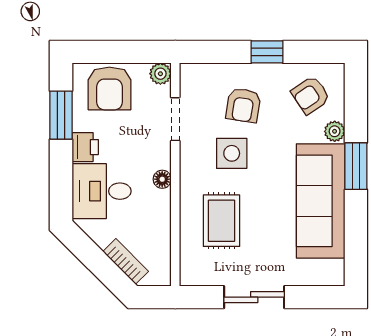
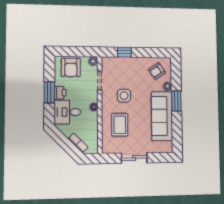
window: (267, 52) -> (124, 52), moved
armchair: (243, 105) -> (129, 75), removed
window: (61, 115) -> (49, 92), moved

